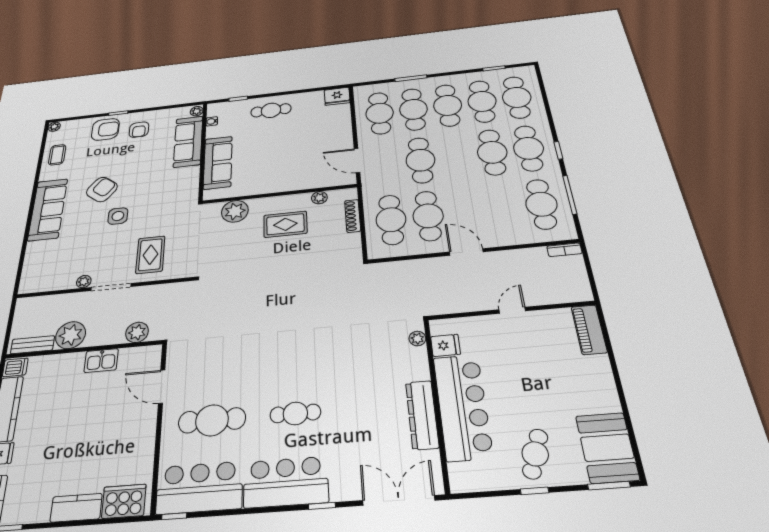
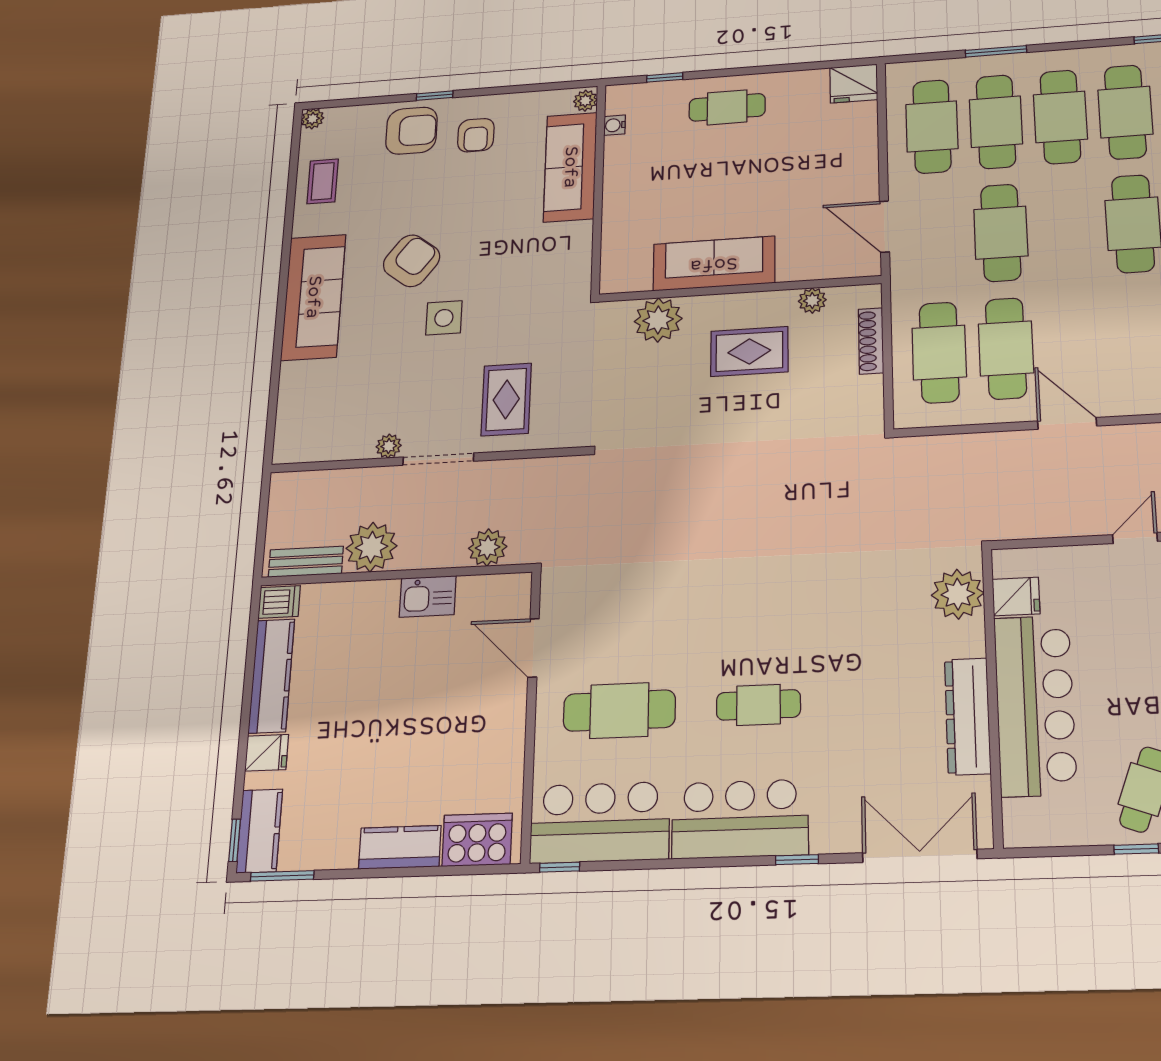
sofa: (218, 163) -> (714, 264), moved, turned -90
plant: (417, 339) -> (958, 594), width x1.87, depth x1.87

